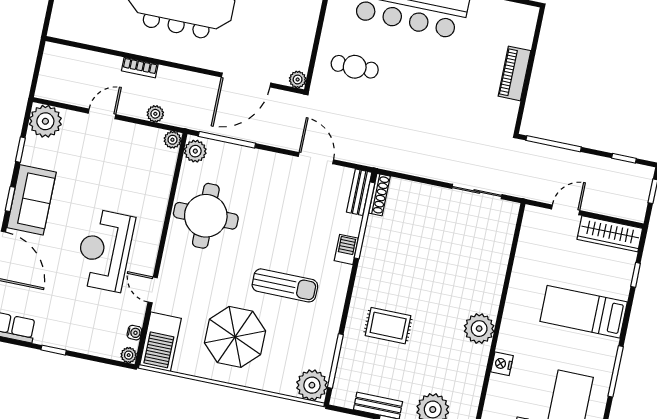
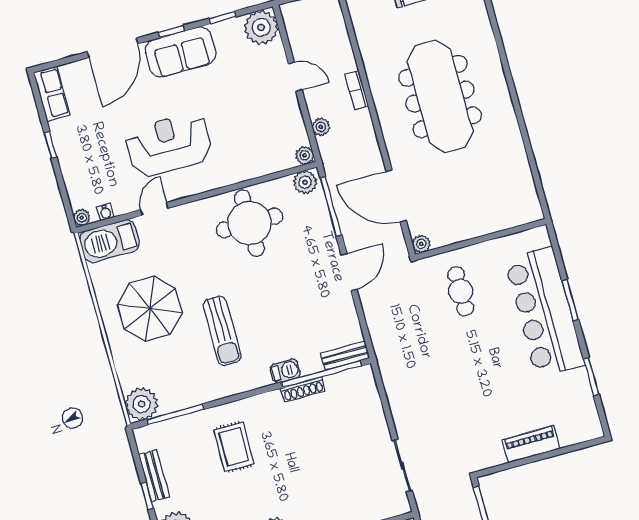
door: (316, 158) -> (349, 272), moved
shoe rack: (379, 195) -> (303, 389), moved

